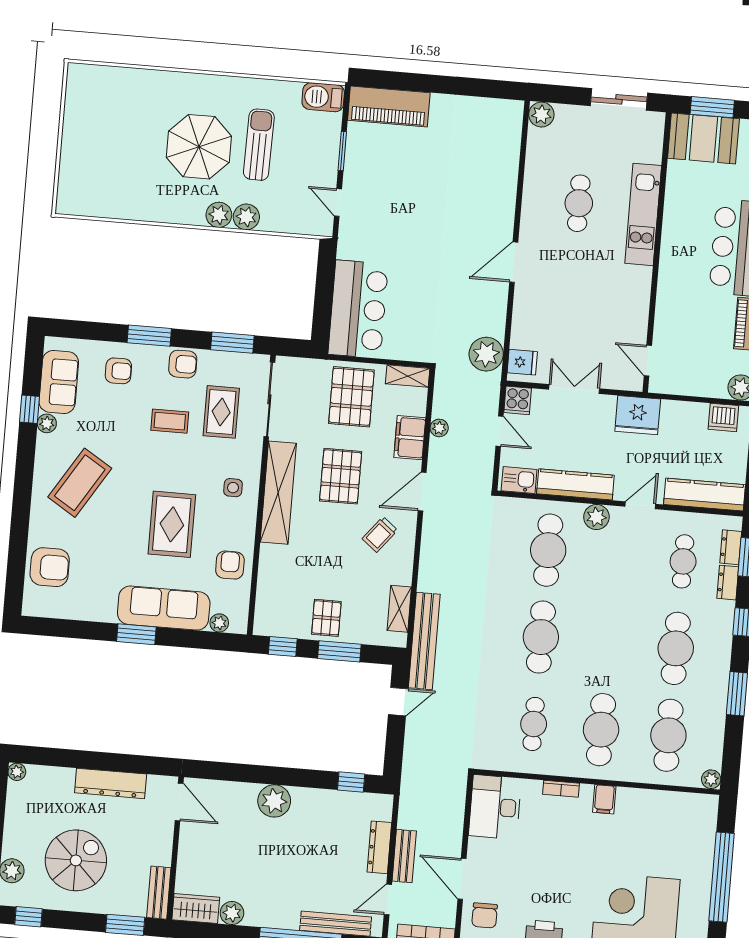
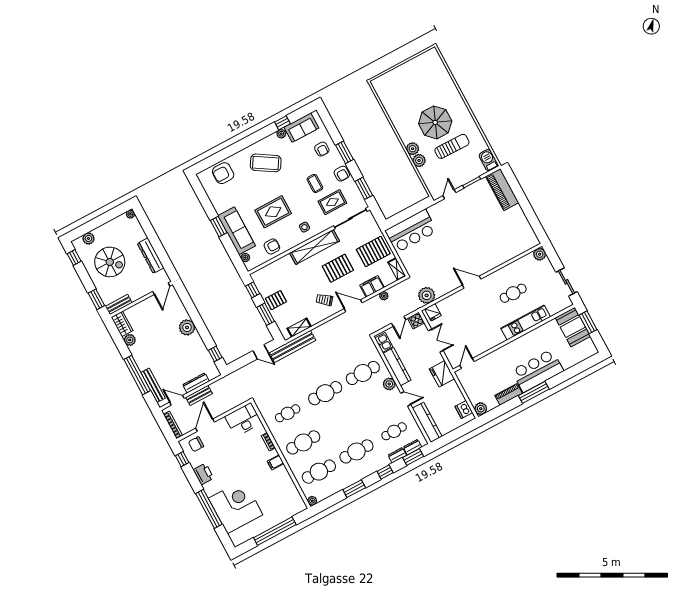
armchair: (50, 567) -> (223, 173), turned 90

